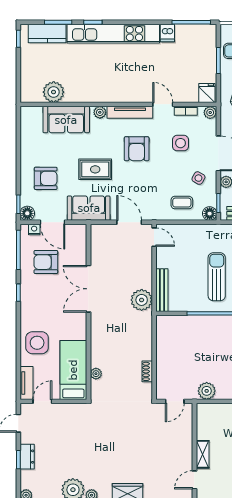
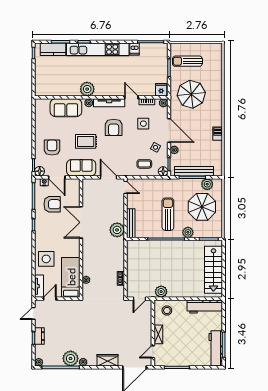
plant: (54, 92) -> (87, 89), moved
armchair: (46, 178) -> (52, 148), turned -90
armchair: (46, 262) -> (52, 204), turned 180
stool: (215, 419) -> (167, 310), added

